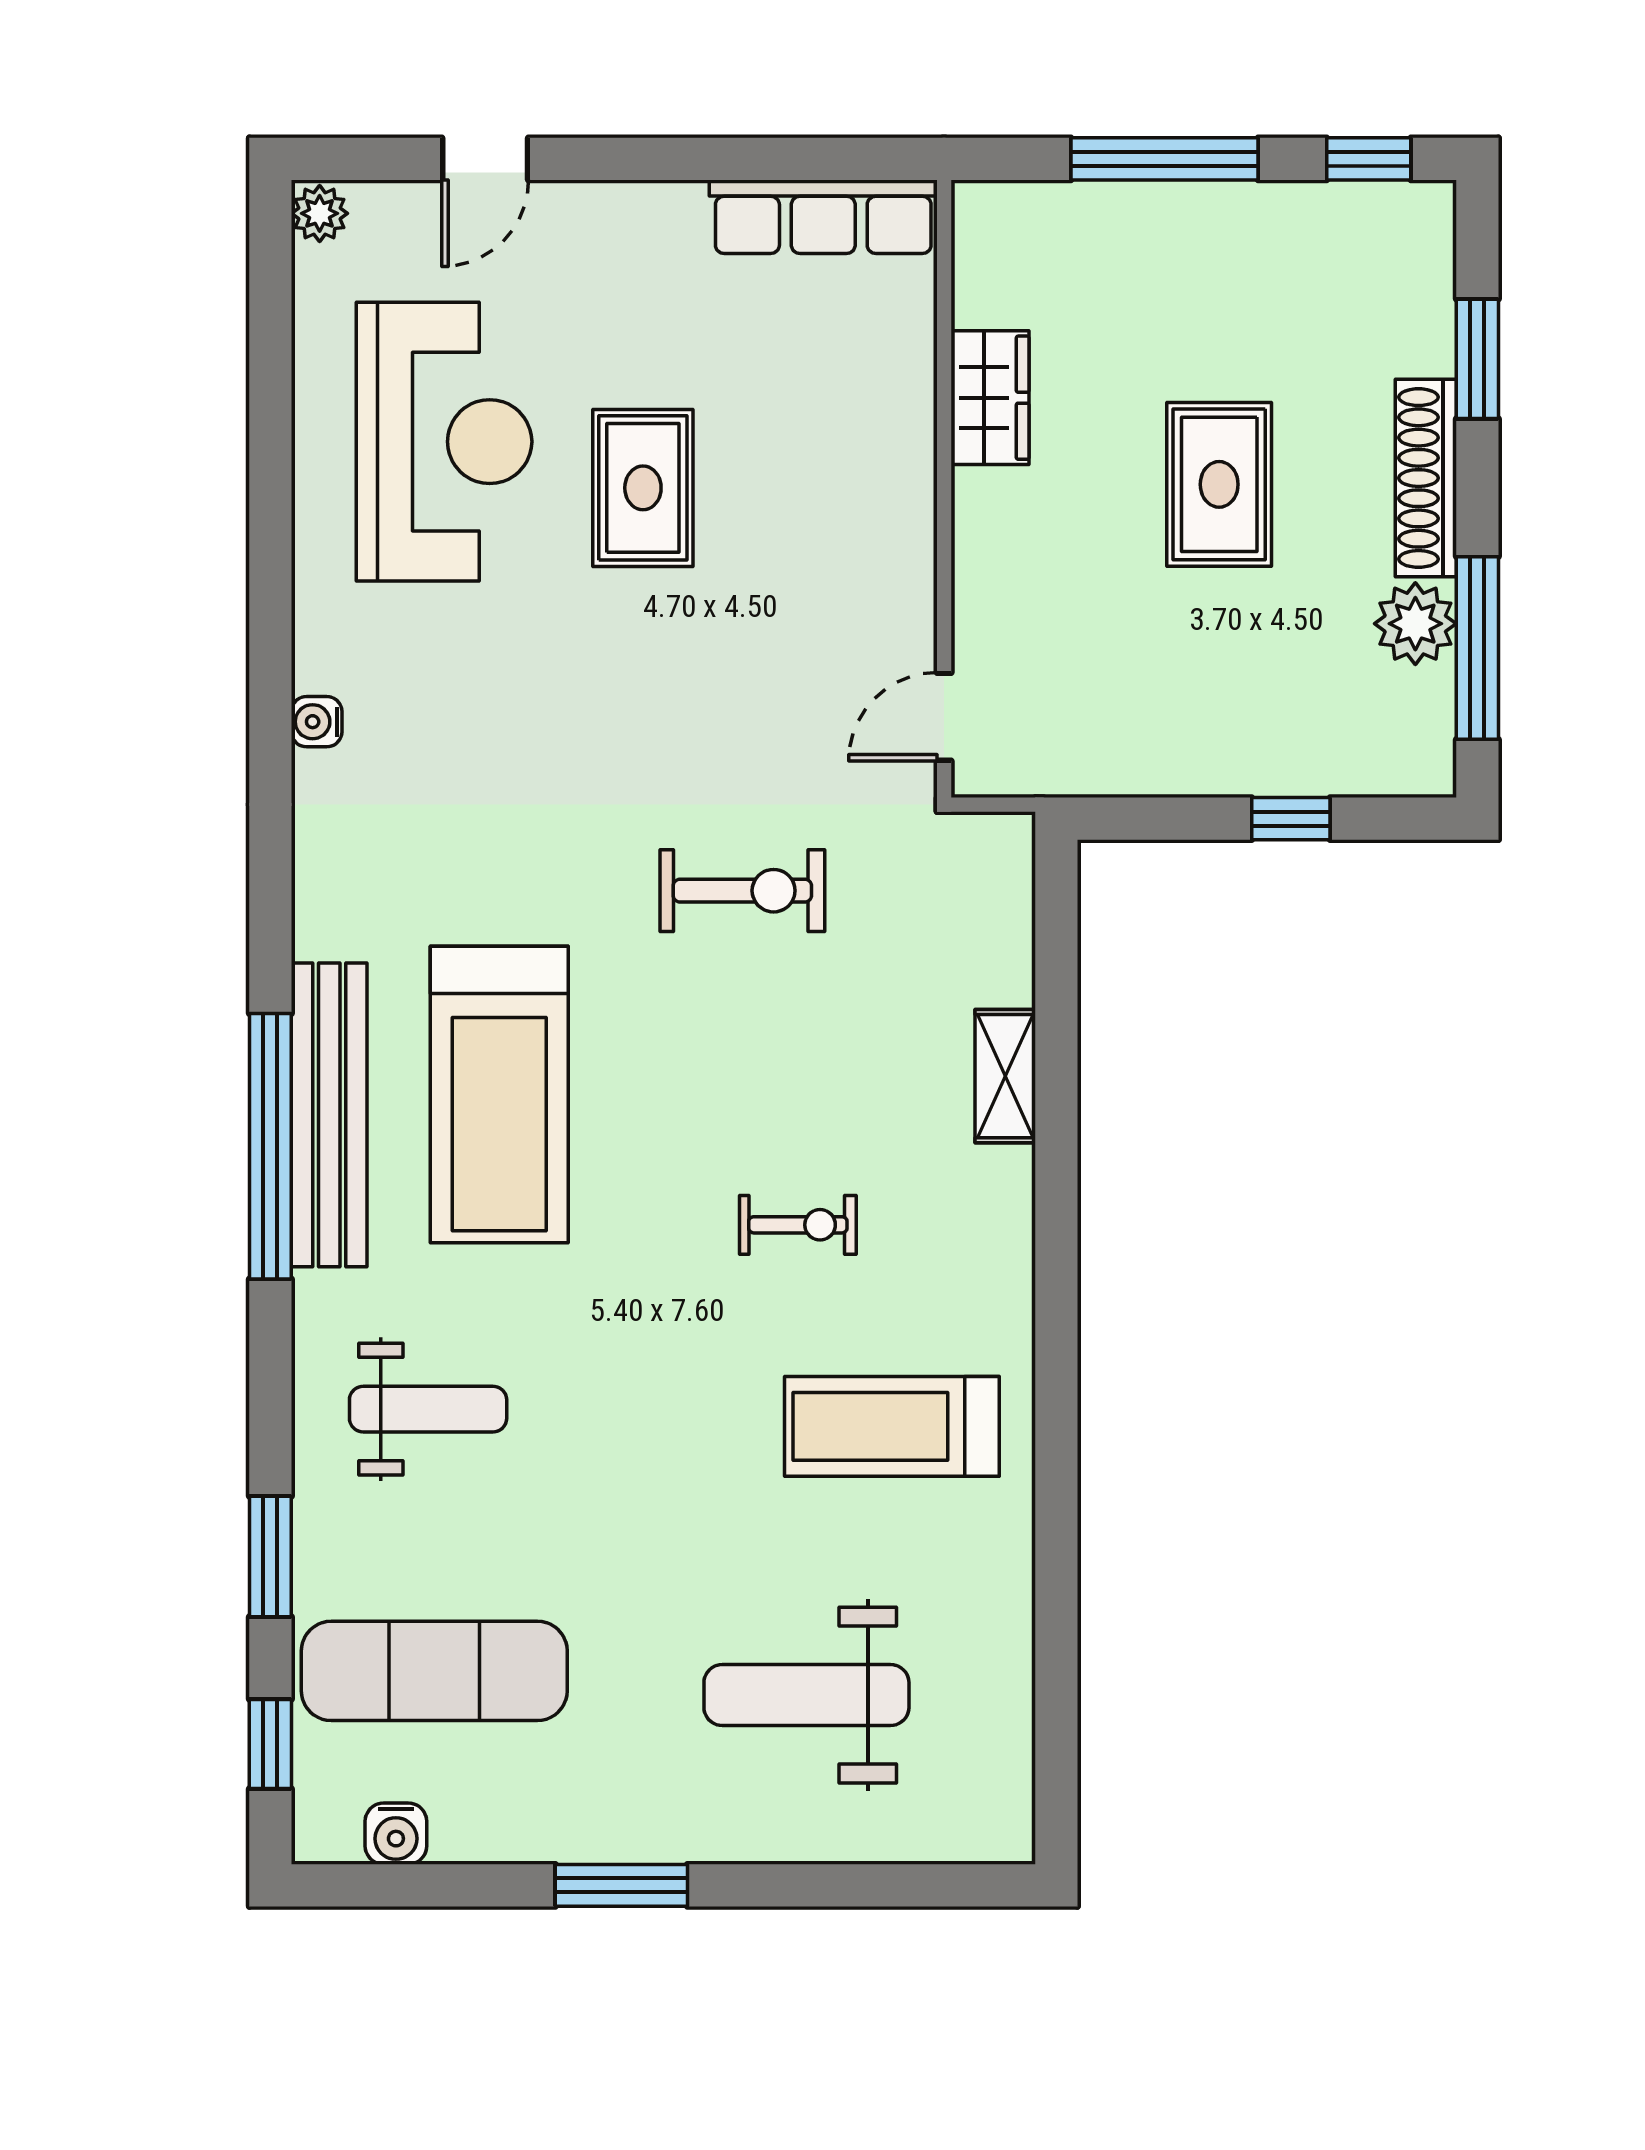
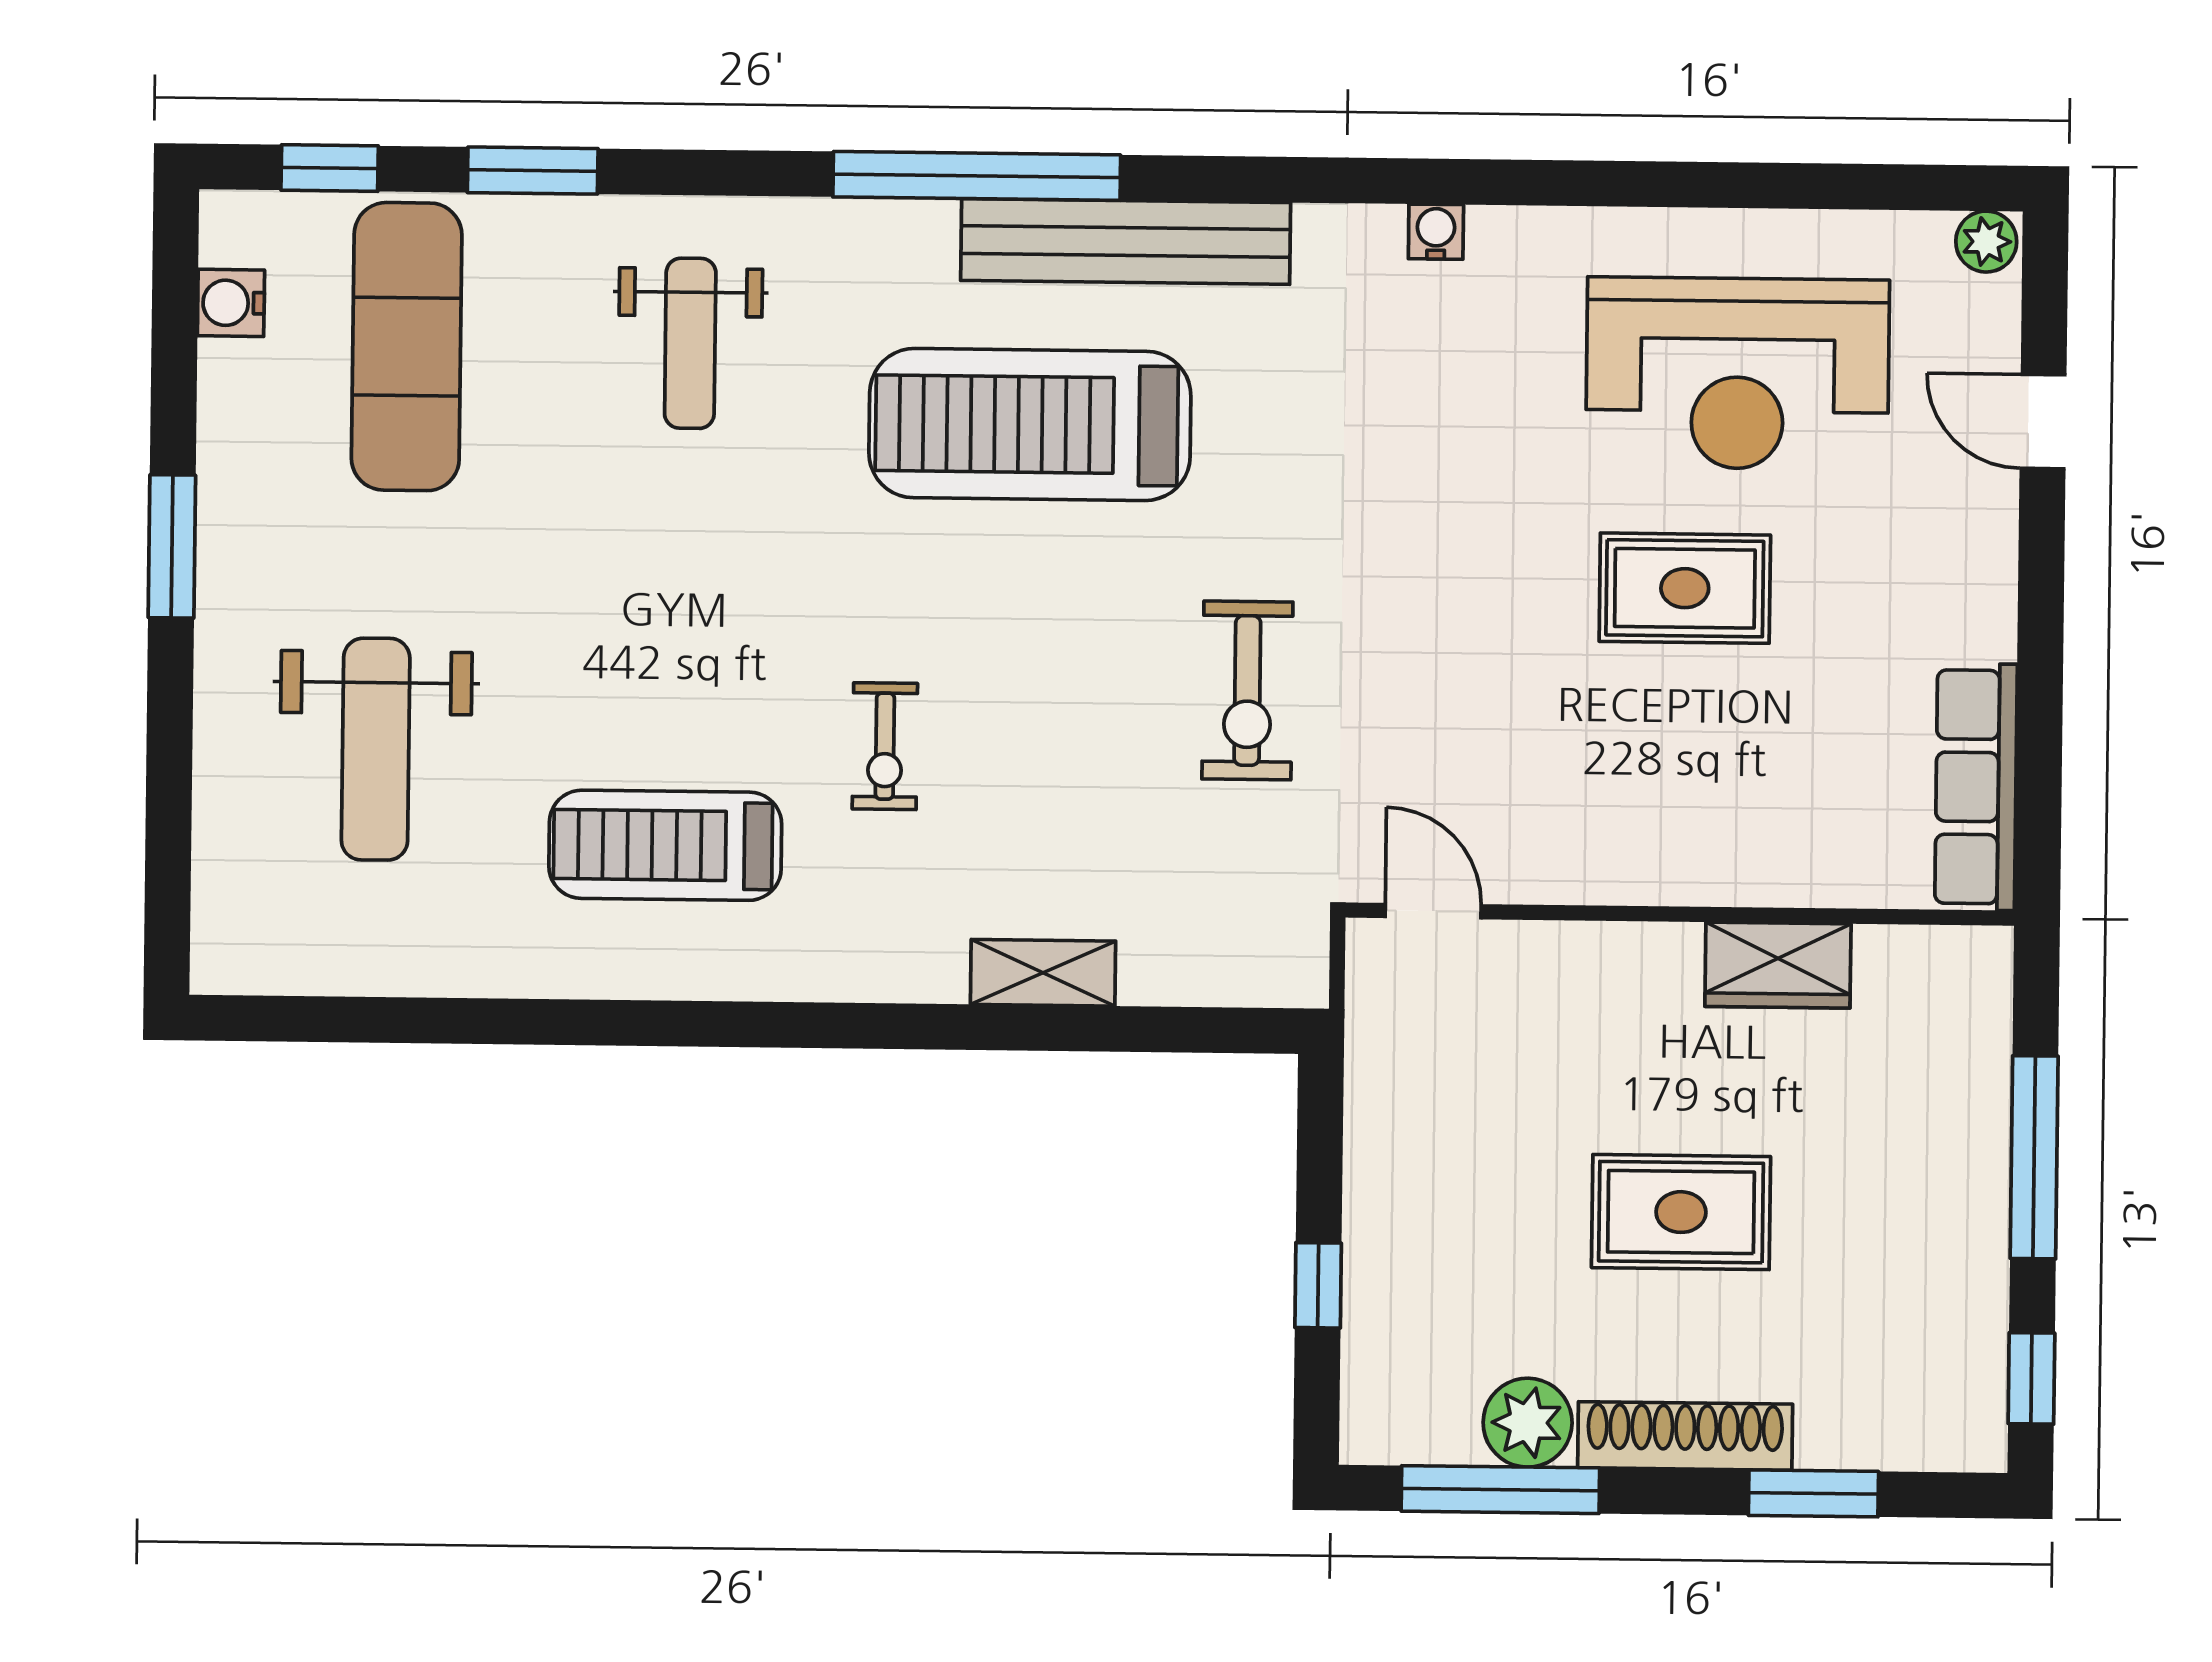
bench: (329, 1115) -> (1126, 241), moved
treadmill: (892, 1426) -> (665, 845), turned -90
weight bench: (806, 1695) -> (376, 749), turned 180

